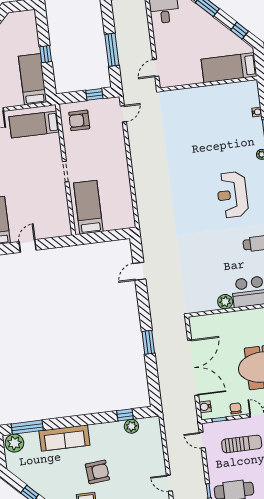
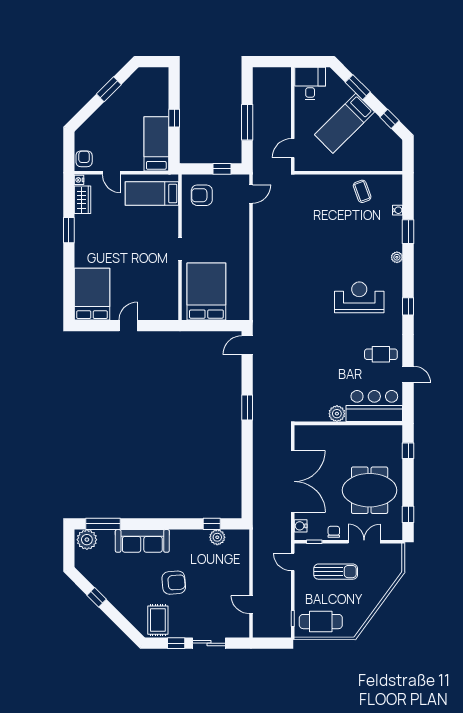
bed: (229, 68) -> (344, 123), moved, turned -45
coffee table: (223, 99) -> (362, 191), added
reception desk: (232, 195) -> (359, 297), turned 90
bed: (88, 207) -> (206, 291), width x1.50
door: (139, 271) -> (247, 345), moved
window: (148, 342) -> (247, 407), moved

